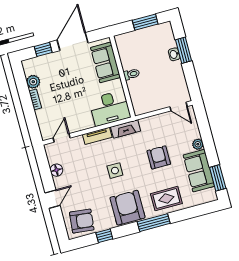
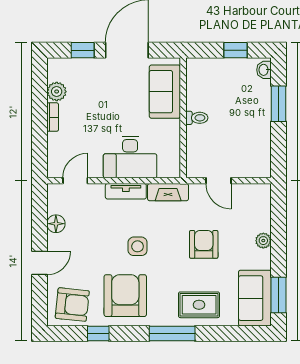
window: (145, 22) -> (235, 50), width x0.67
washbasin: (174, 54) -> (264, 70), moved
door: (178, 107) -> (218, 181), moved
desk: (110, 108) -> (130, 157), moved
sofa: (199, 171) -> (255, 298), moved
armchair: (127, 208) -> (125, 296), moved

